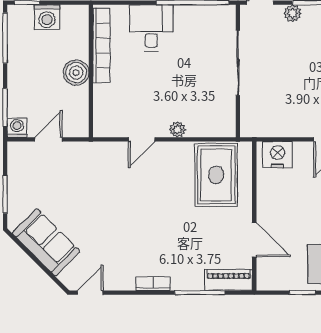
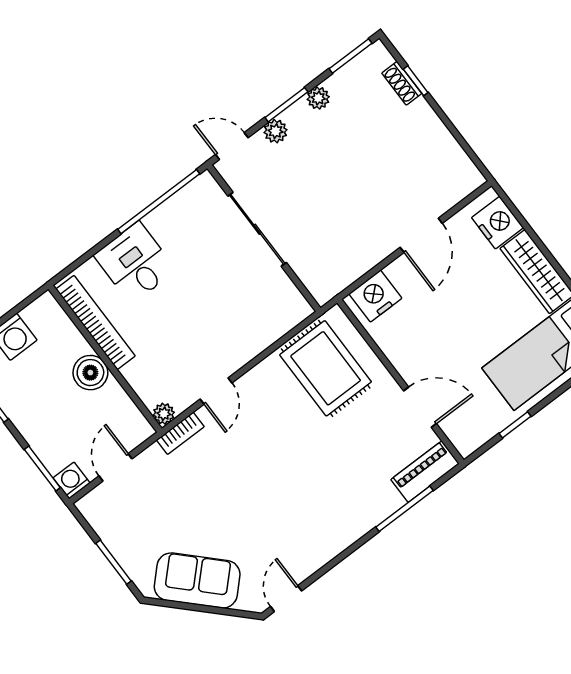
plant: (177, 129) -> (164, 414), moved
bookcase: (153, 284) -> (180, 433), moved, turned 180

